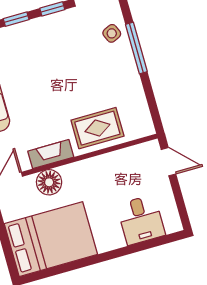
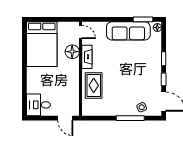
door: (169, 162) -> (65, 118), hinge flipped
desk: (141, 220) -> (38, 105), moved

